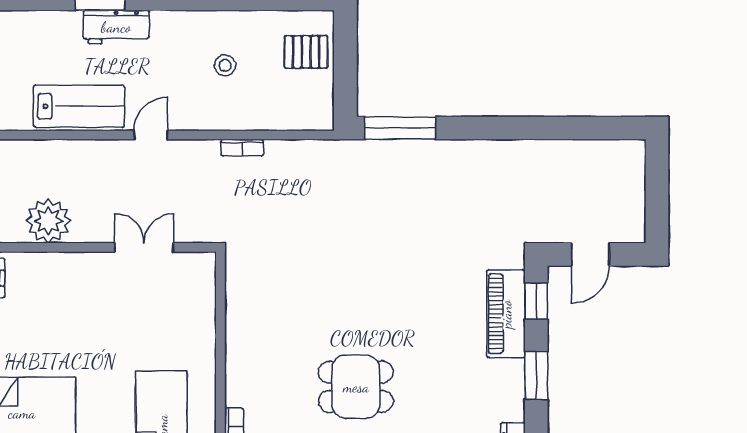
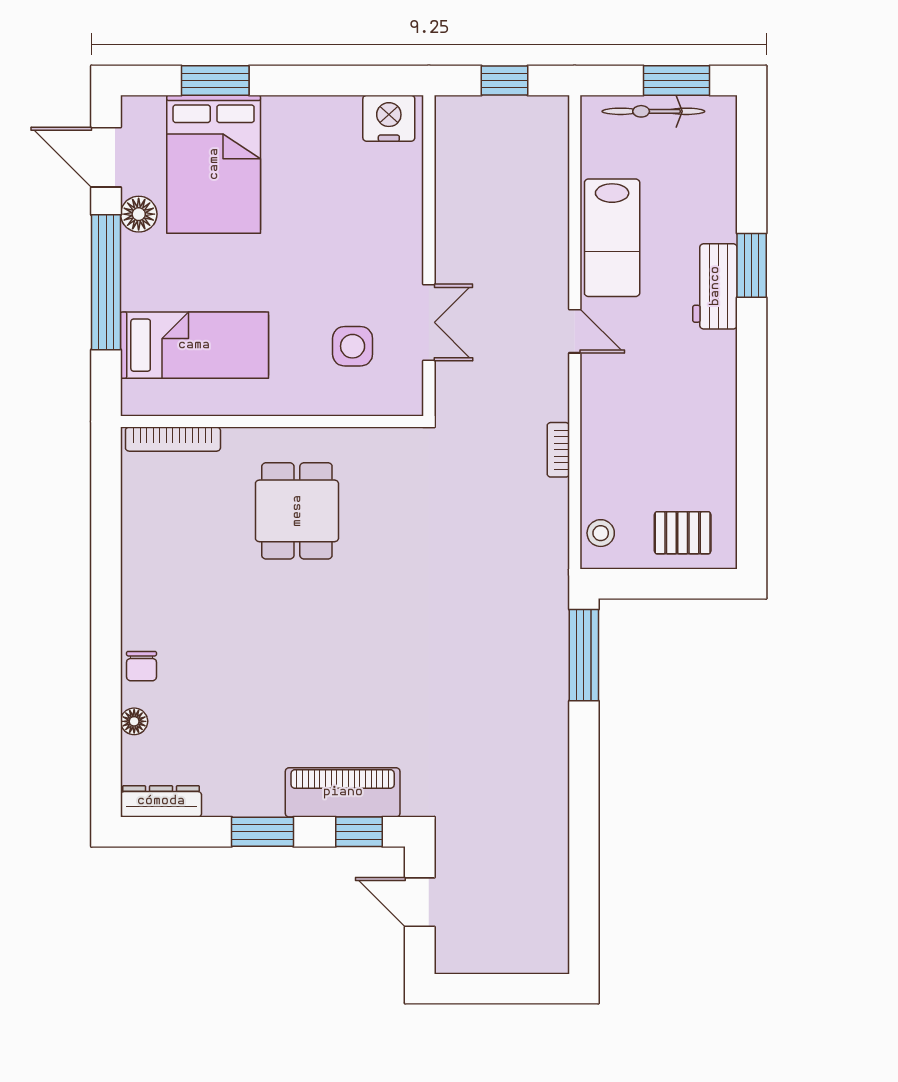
pallet: (306, 52) -> (683, 533), turned 90
stool: (225, 65) -> (601, 533), moved
plant: (48, 221) -> (463, 198), removed
side table: (162, 306) -> (353, 346), added
dining table: (356, 387) -> (297, 511), moved

